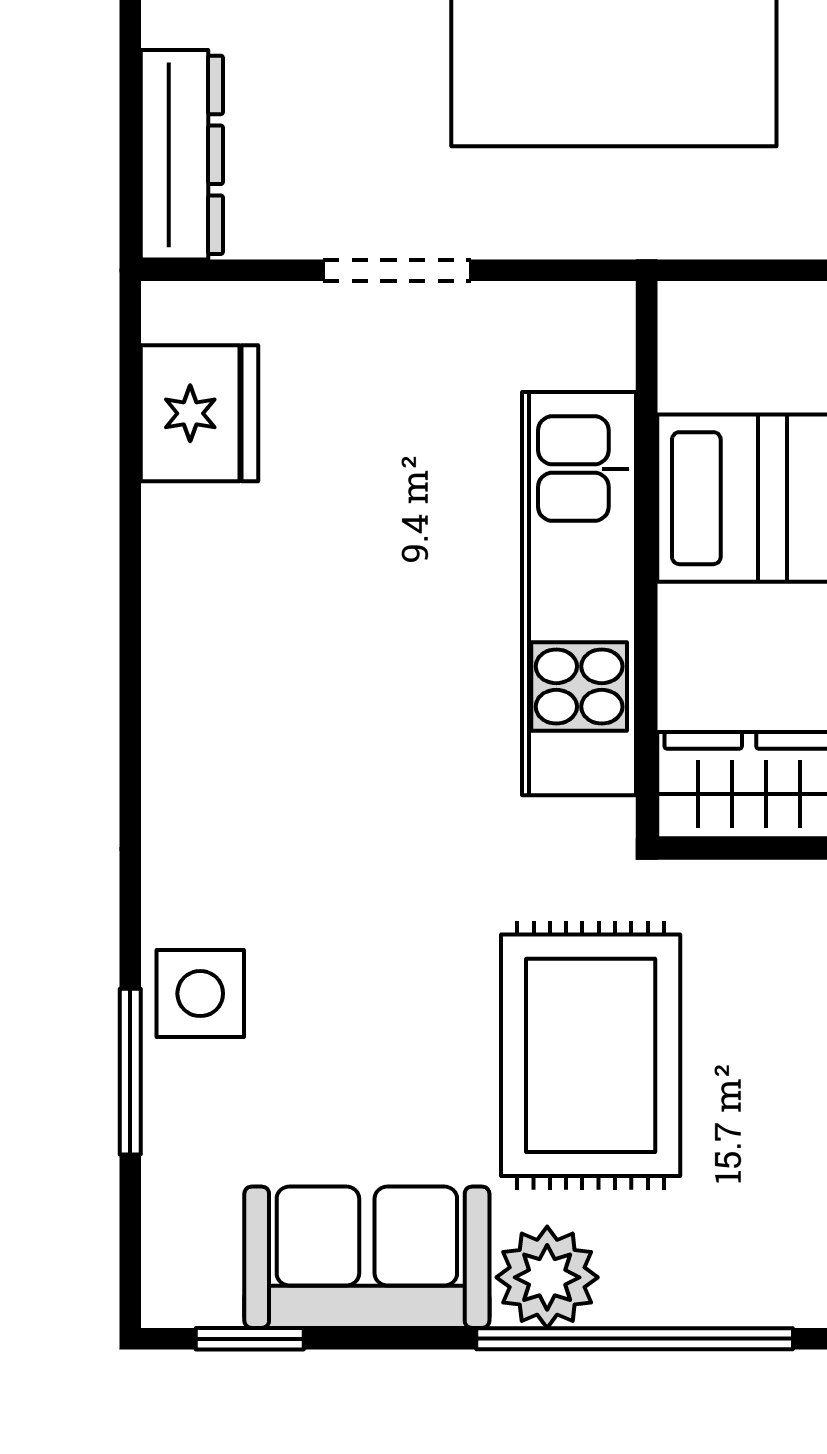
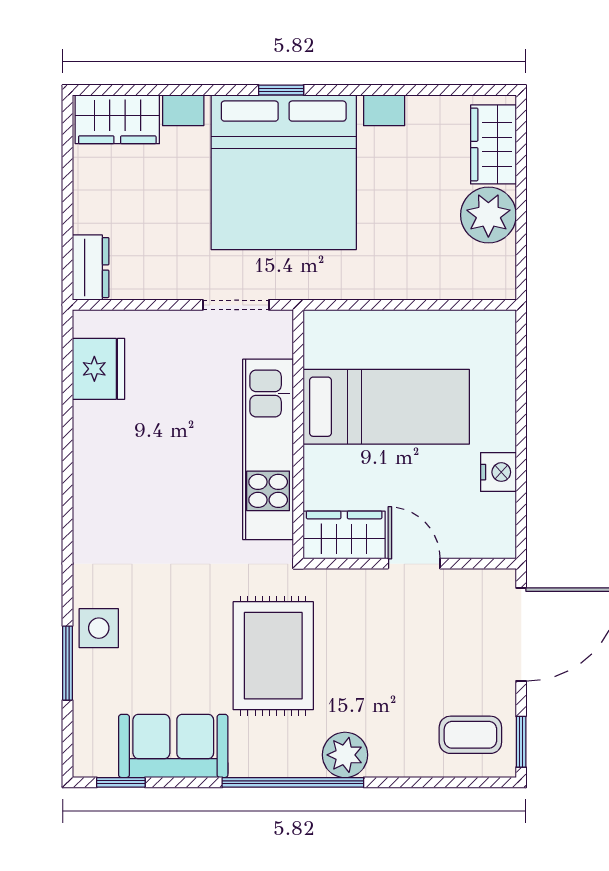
dresser: (182, 155) -> (91, 268), width x0.70
doorway: (397, 270) -> (236, 305), moved
plant: (547, 1277) -> (345, 755), moved

